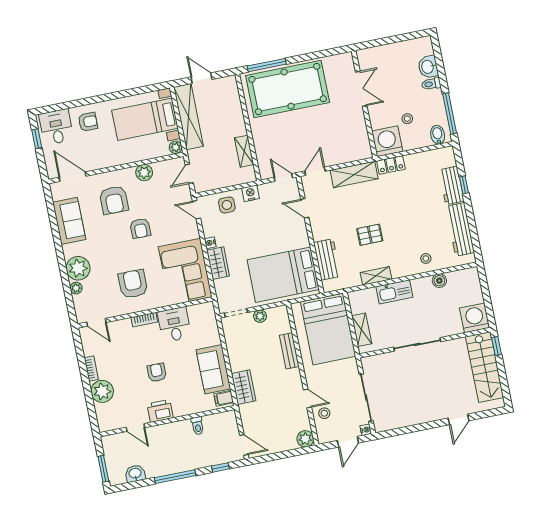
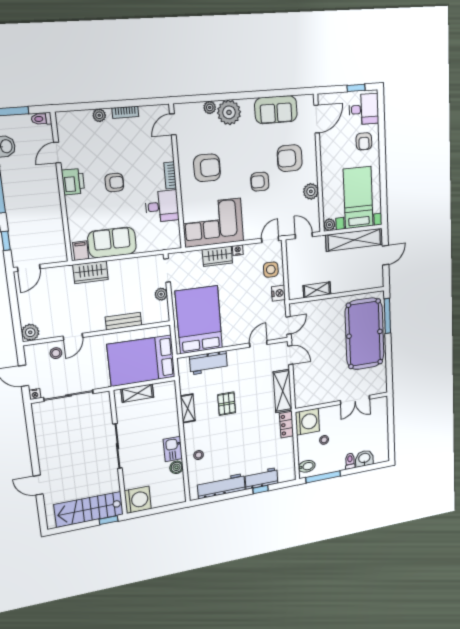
kitchen sink: (394, 292) -> (173, 449), moved, width x0.73
plant: (102, 391) -> (99, 115), width x0.53, depth x0.53
toilet: (198, 426) -> (42, 119), moved

